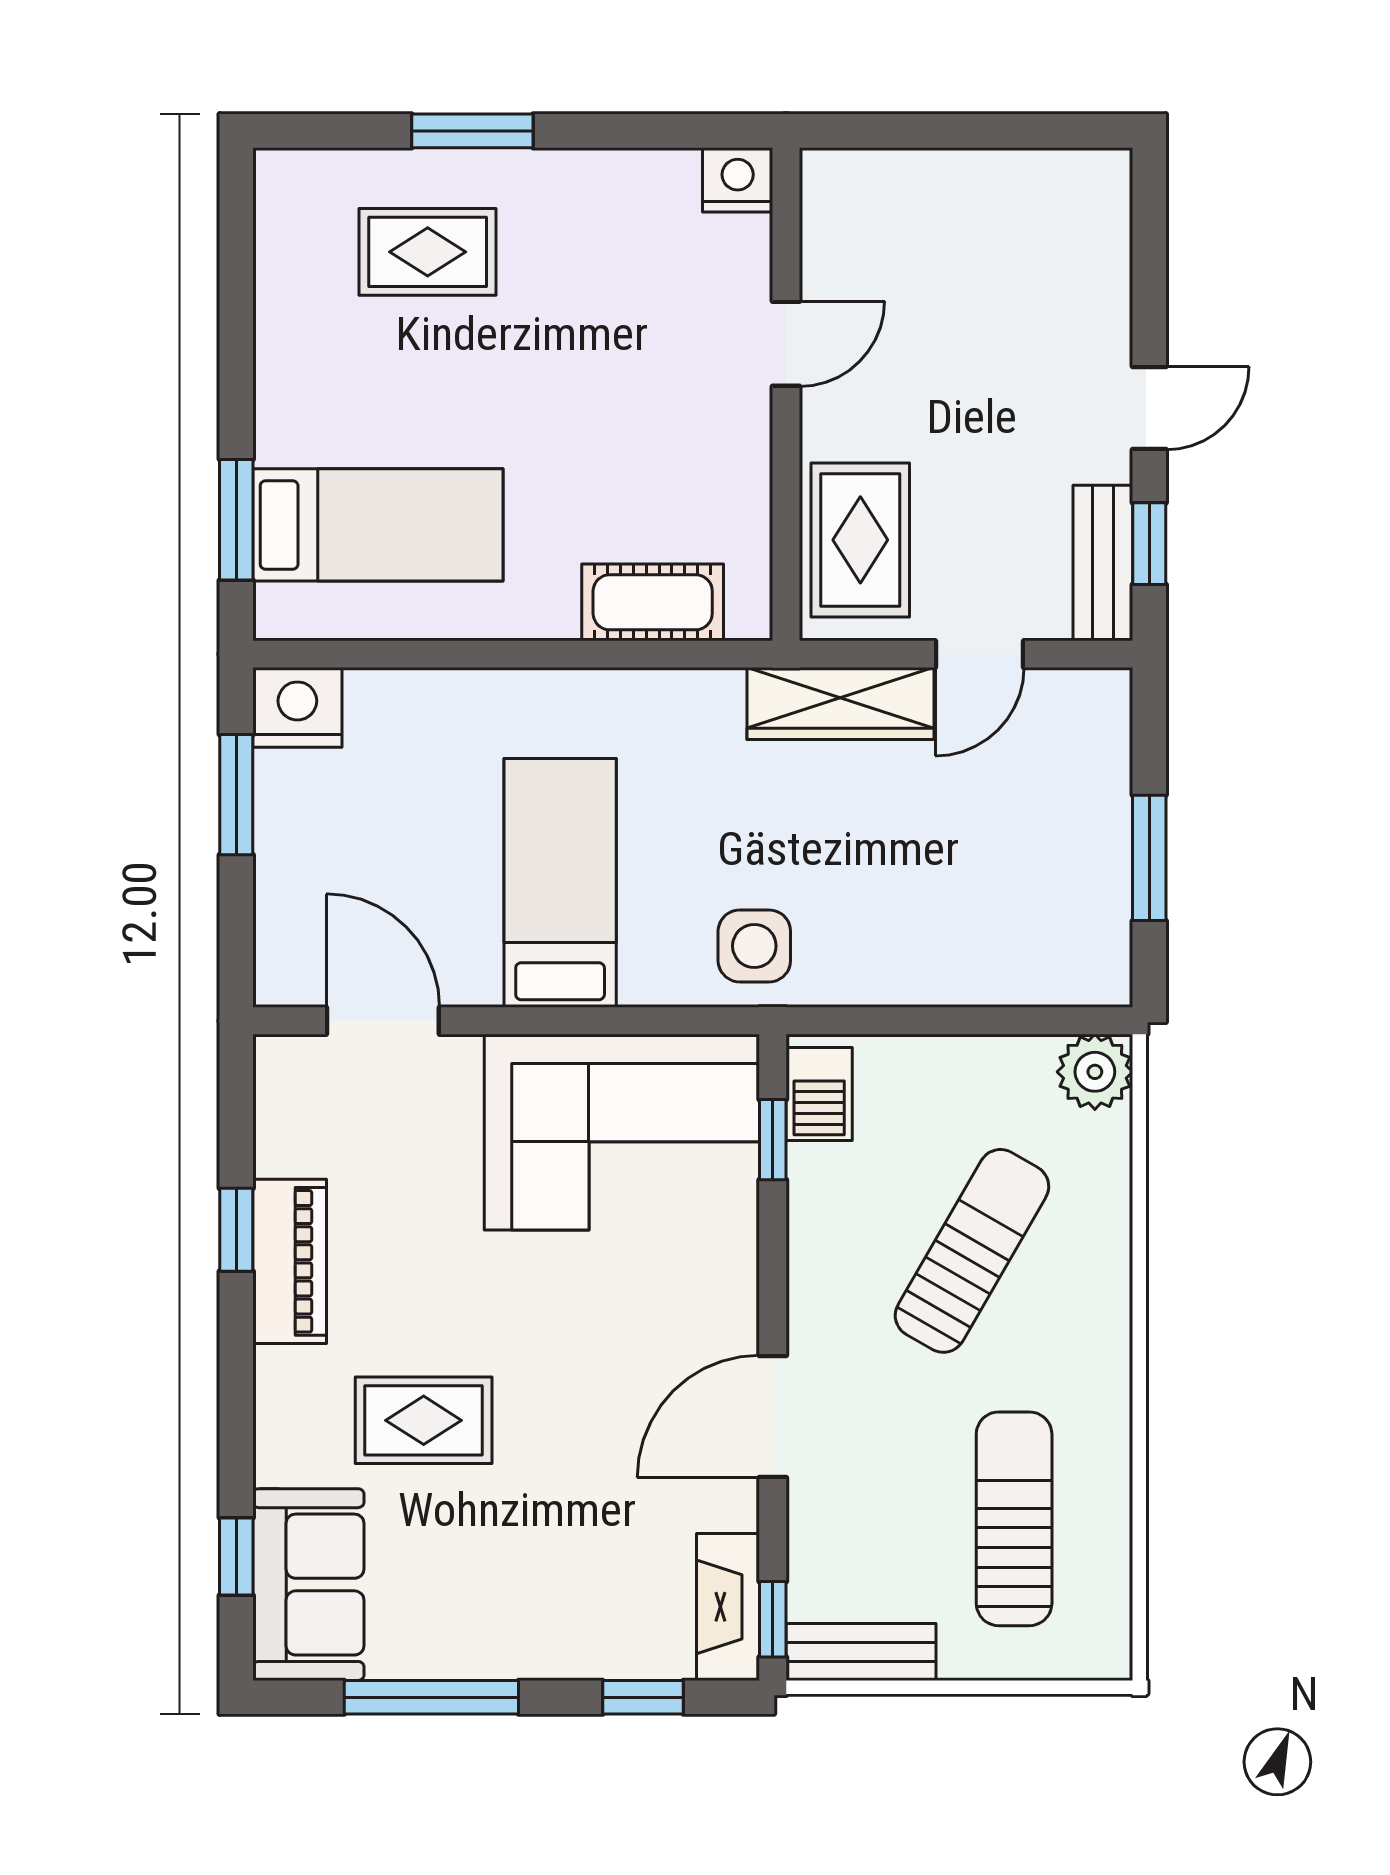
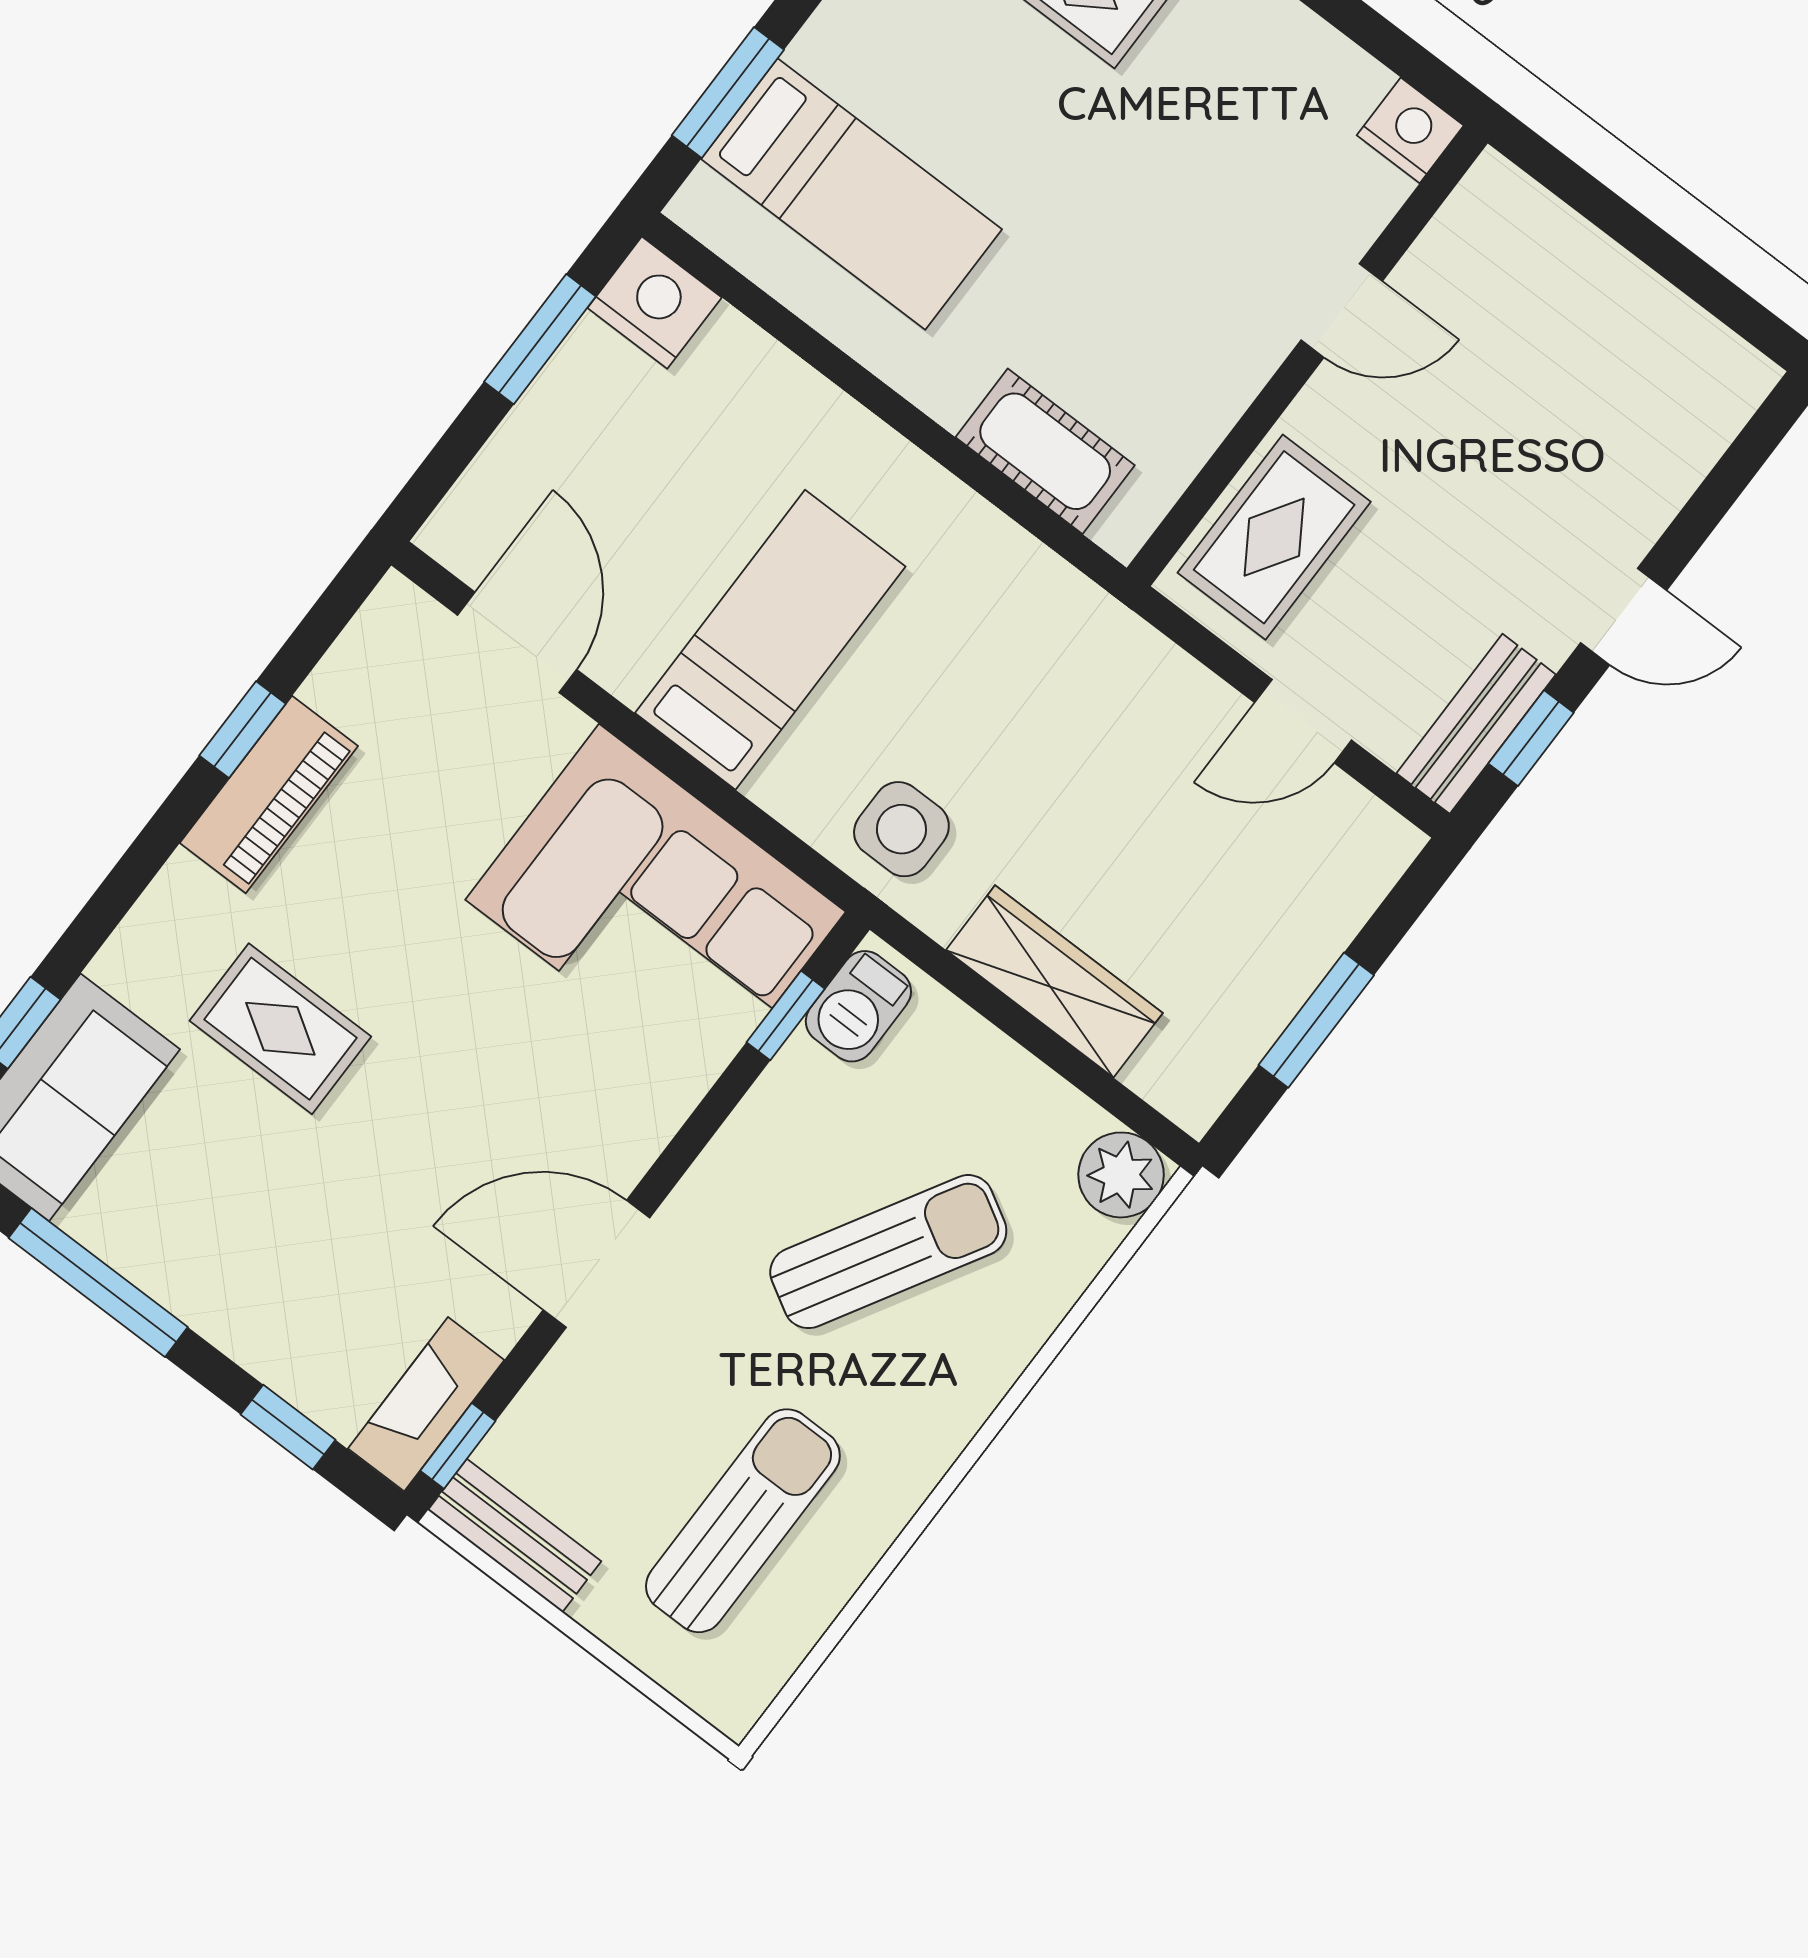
wardrobe: (841, 704) -> (1054, 981), moved, turned 180

